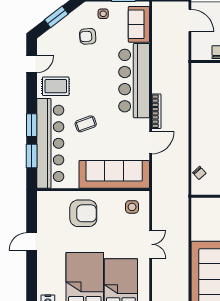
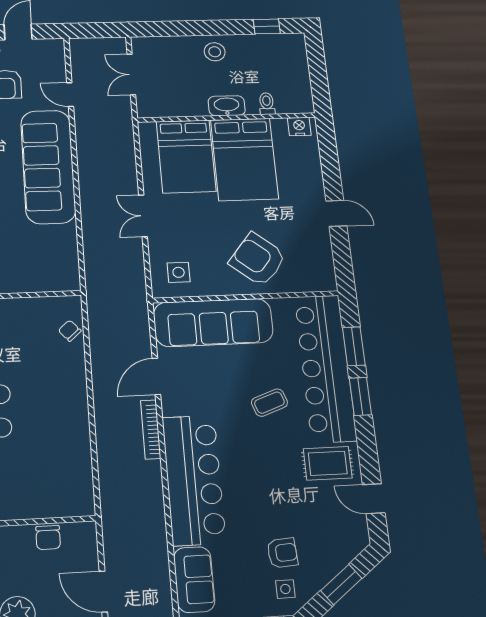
side table: (103, 14) -> (285, 589), moved
door: (32, 64) -> (374, 499), hinge flipped
armchair: (83, 213) -> (258, 259), turned 39
door: (32, 242) -> (336, 213), hinge flipped

